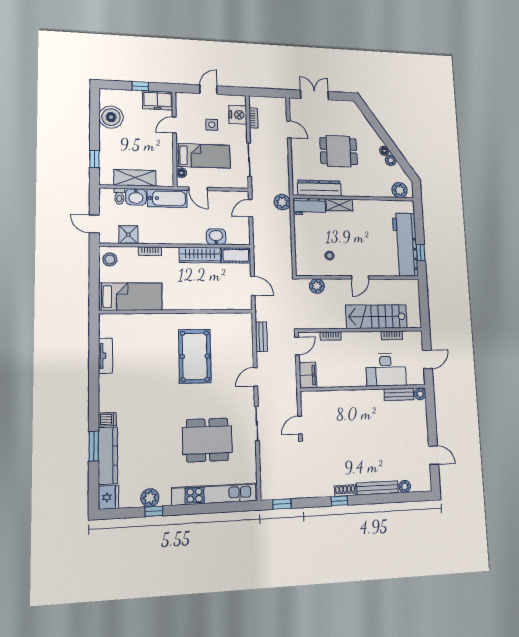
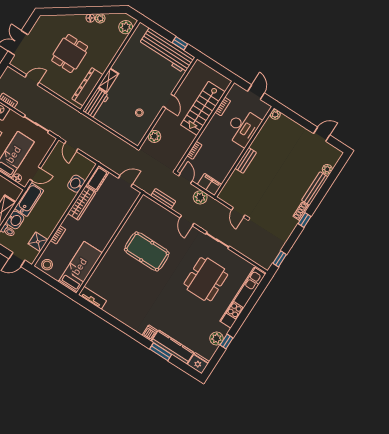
plant: (282, 202) -> (200, 197), moved
tv unit: (105, 356) -> (93, 298), moved
bench: (399, 394) -> (246, 160), moved

